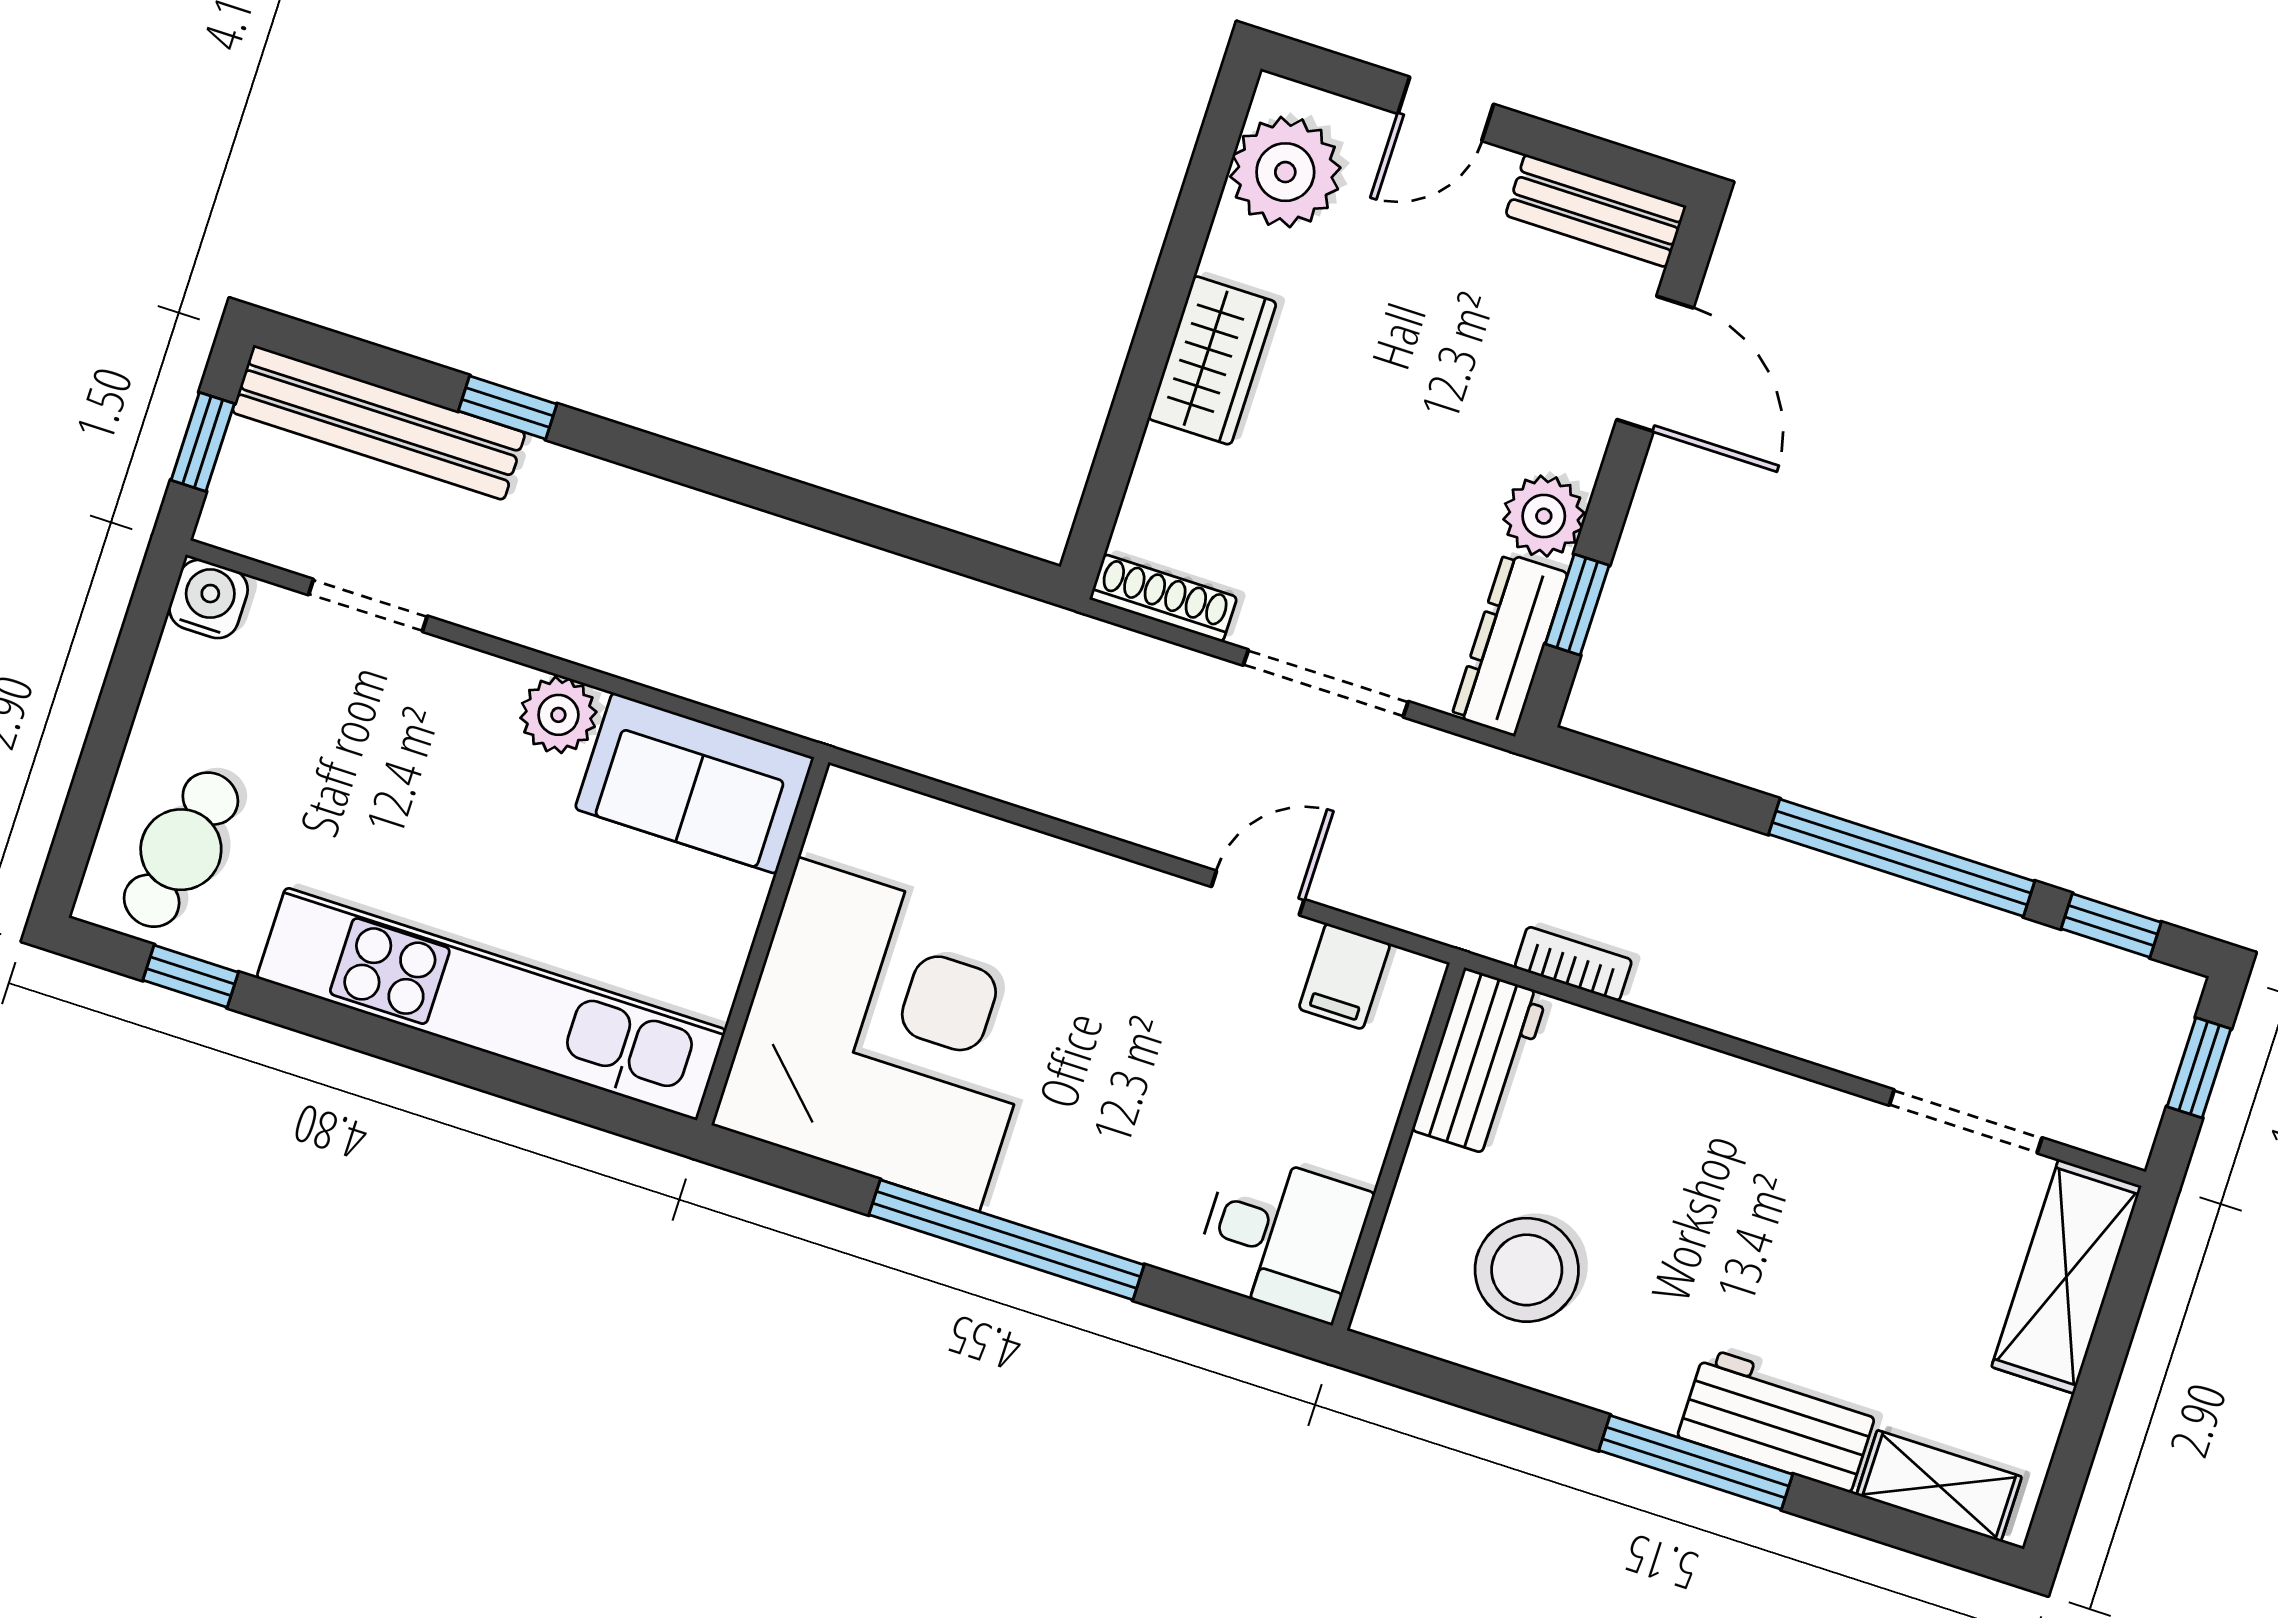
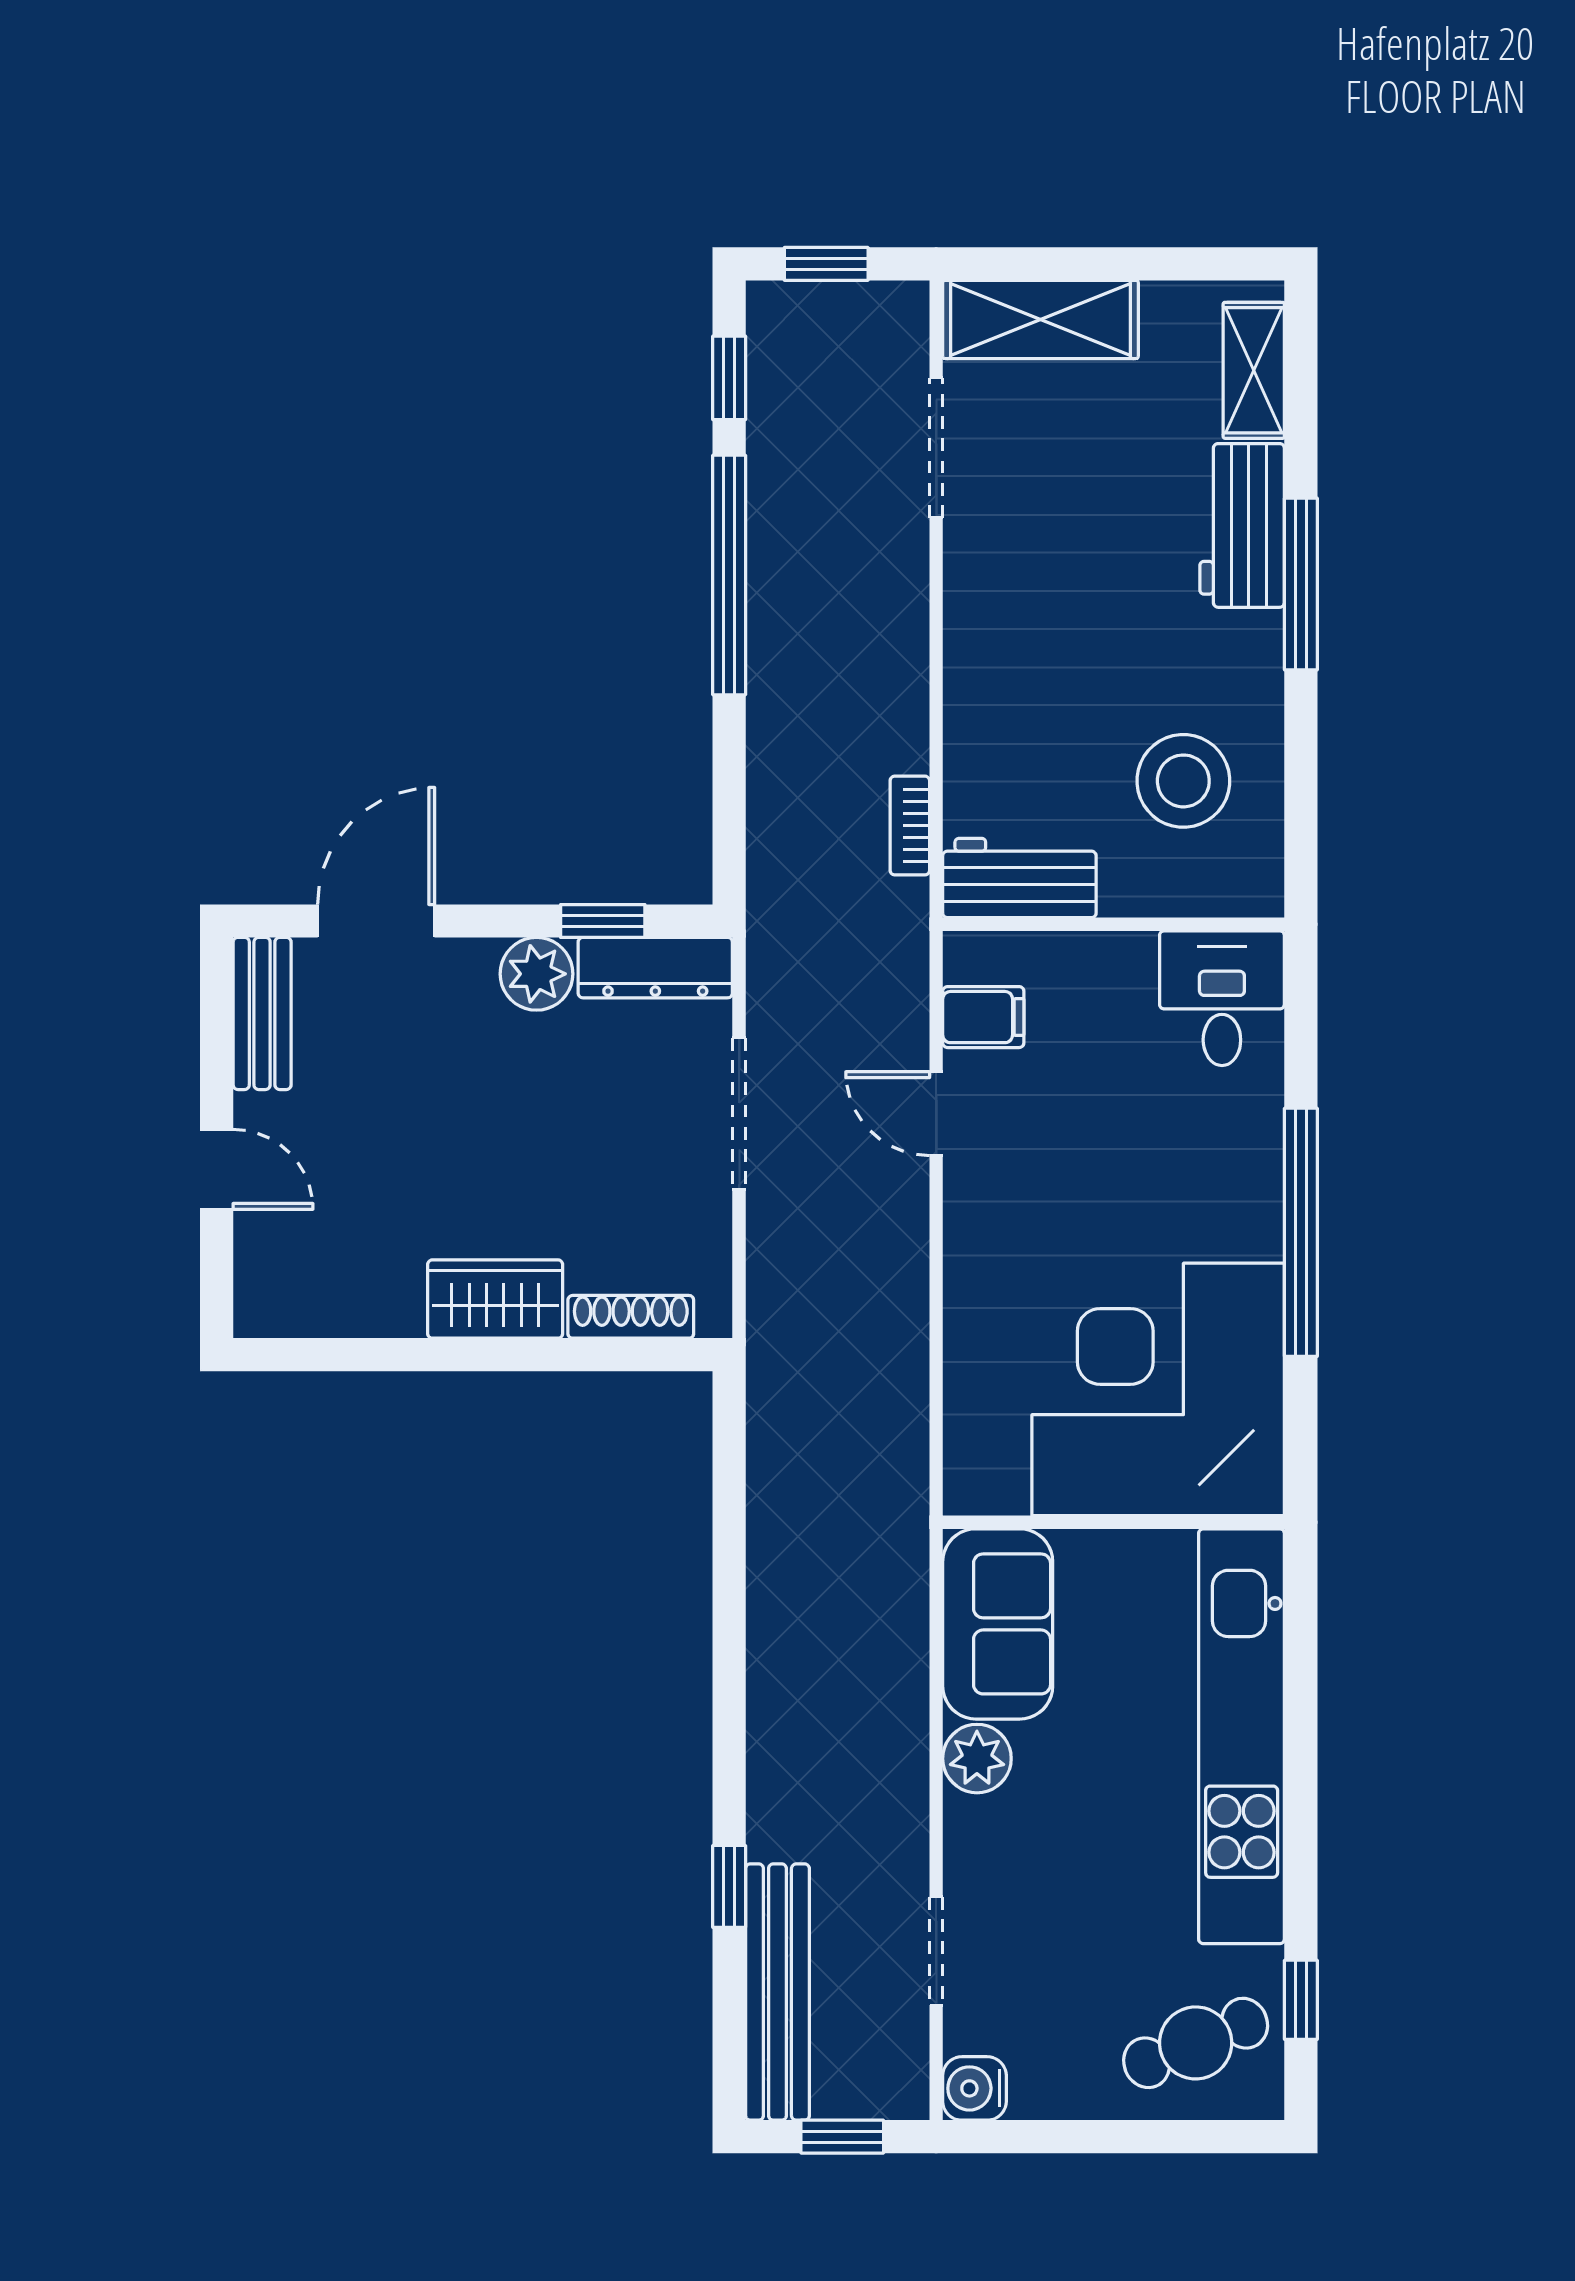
plant: (1285, 172) -> (315, 1289), removed
shoe rack: (1163, 598) -> (631, 1317), moved, turned 90
cafe table: (181, 850) -> (1196, 2043), turned -34

